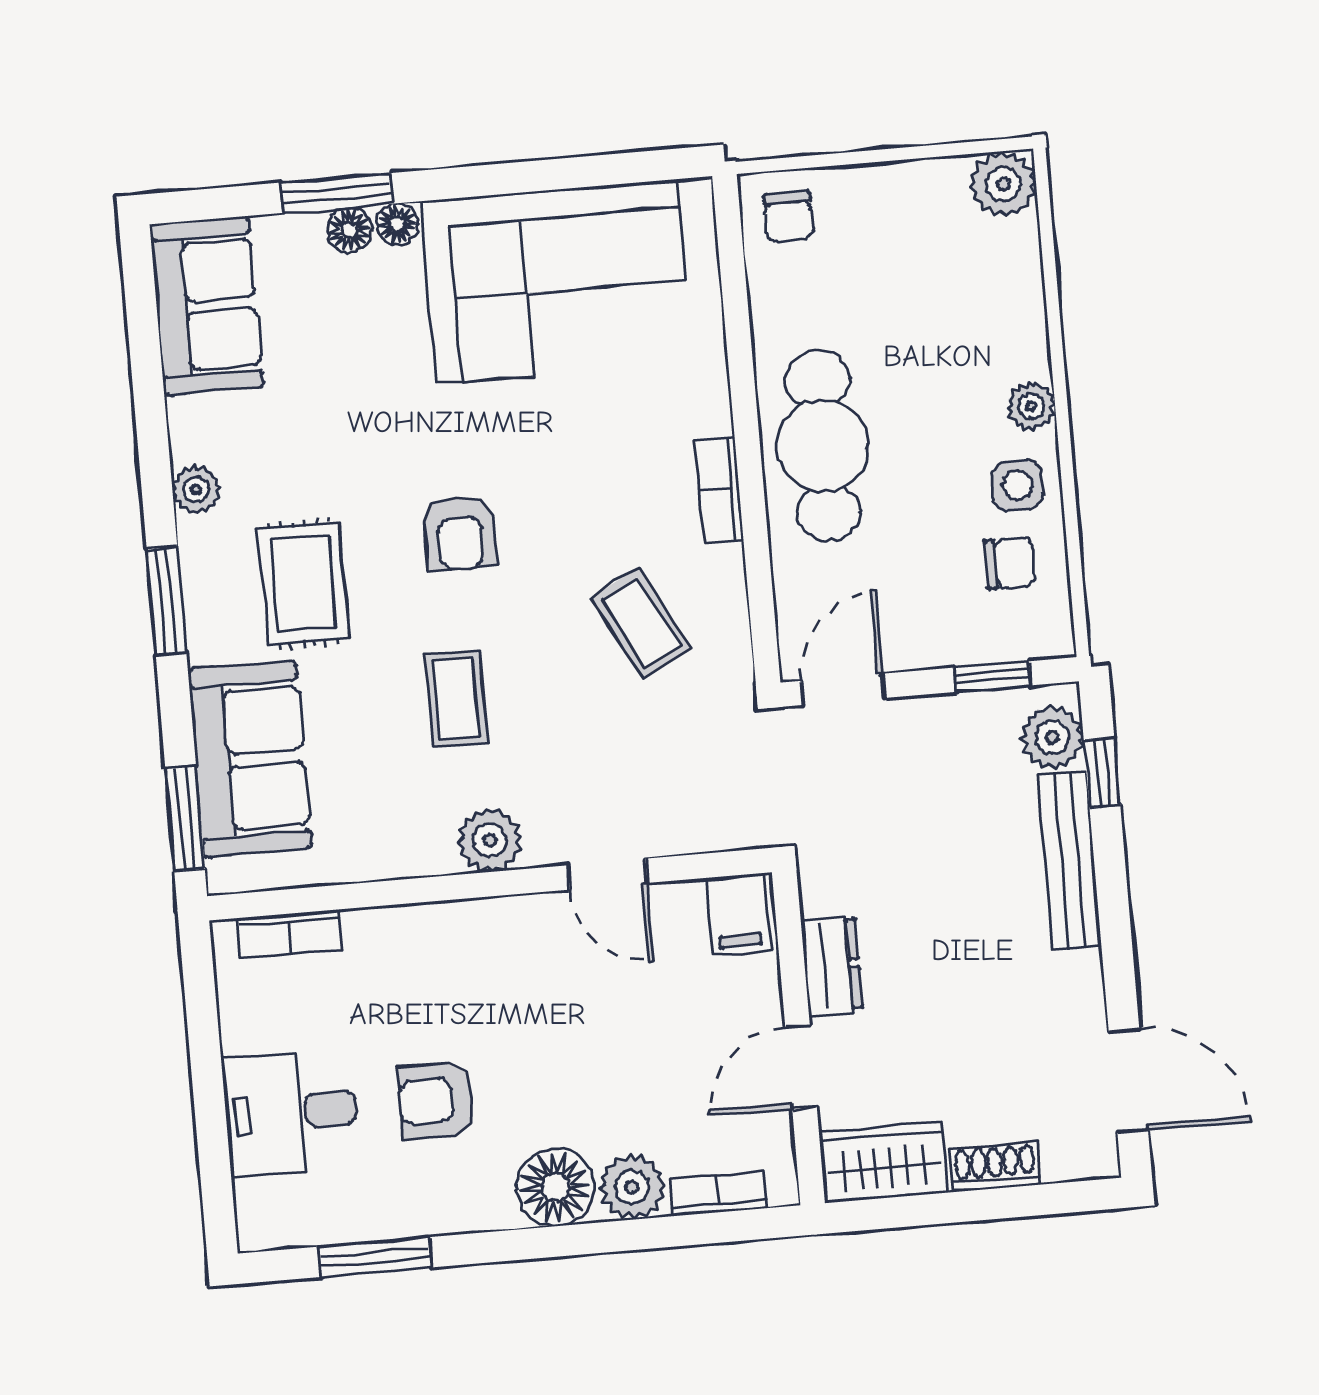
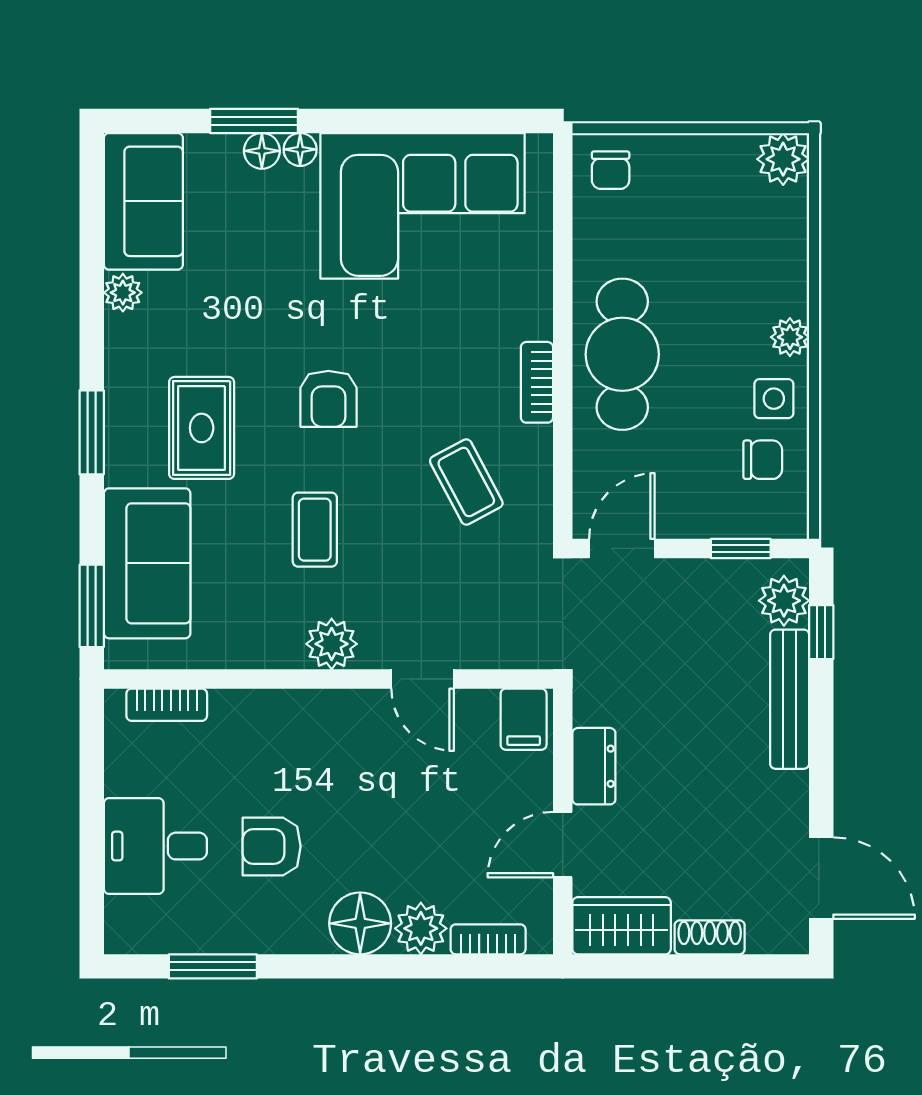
plant: (196, 490) -> (123, 293), moved

